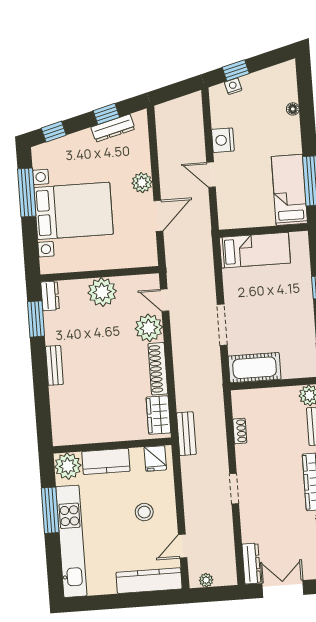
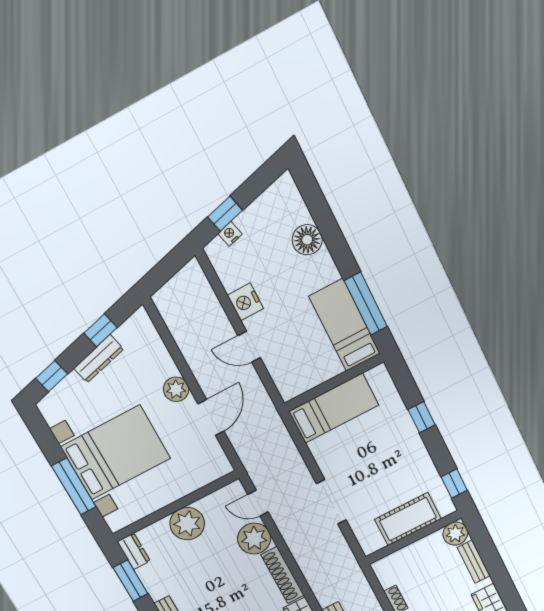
floor lamp: (293, 109) -> (307, 240), width x1.89, depth x1.89
dresser: (113, 128) -> (99, 359), moved
window: (27, 193) -> (74, 486), moved
cot: (255, 368) -> (408, 519), moved

